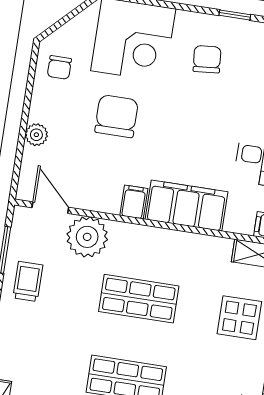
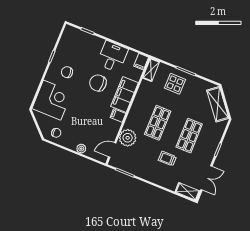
chair: (117, 116) -> (98, 83), moved
trolley: (28, 281) -> (167, 159), moved

